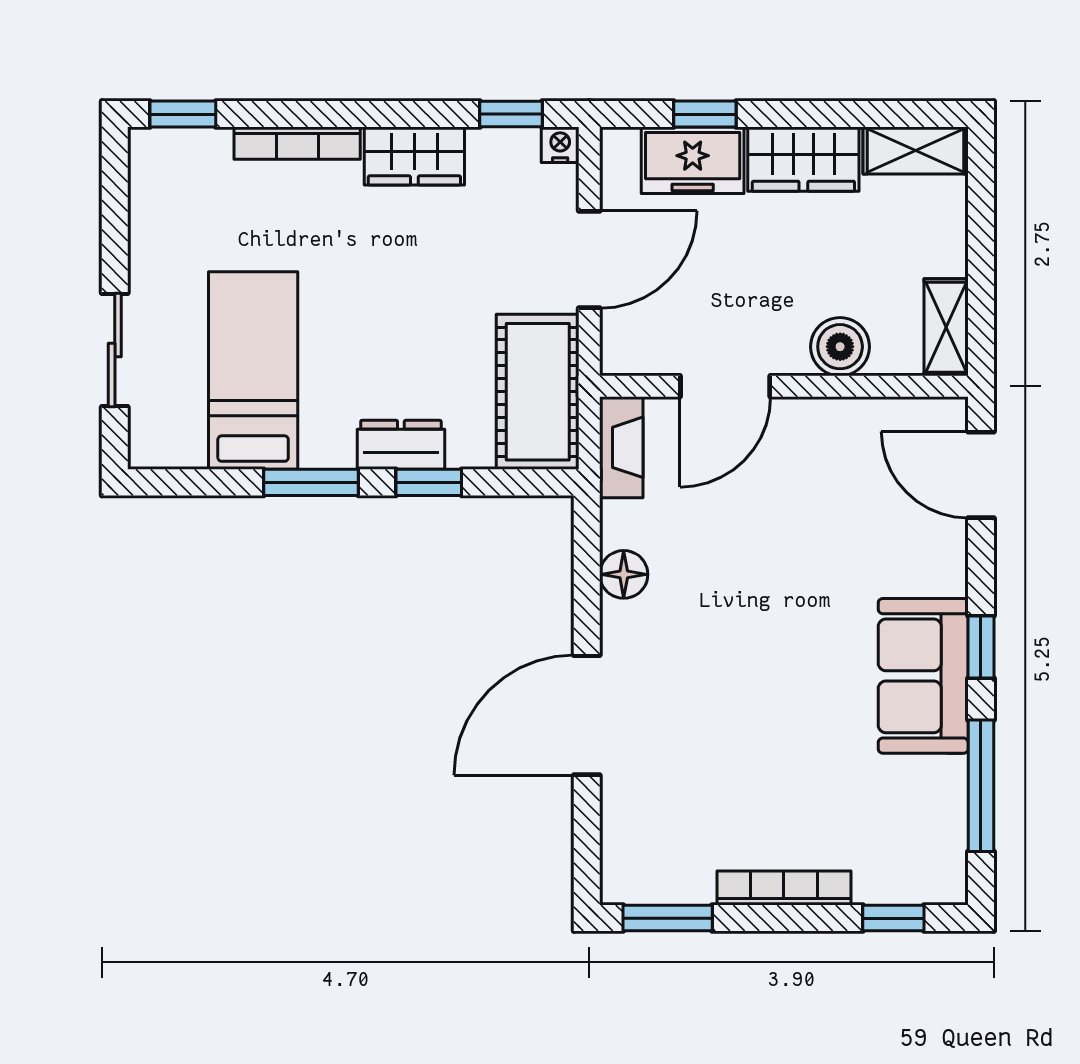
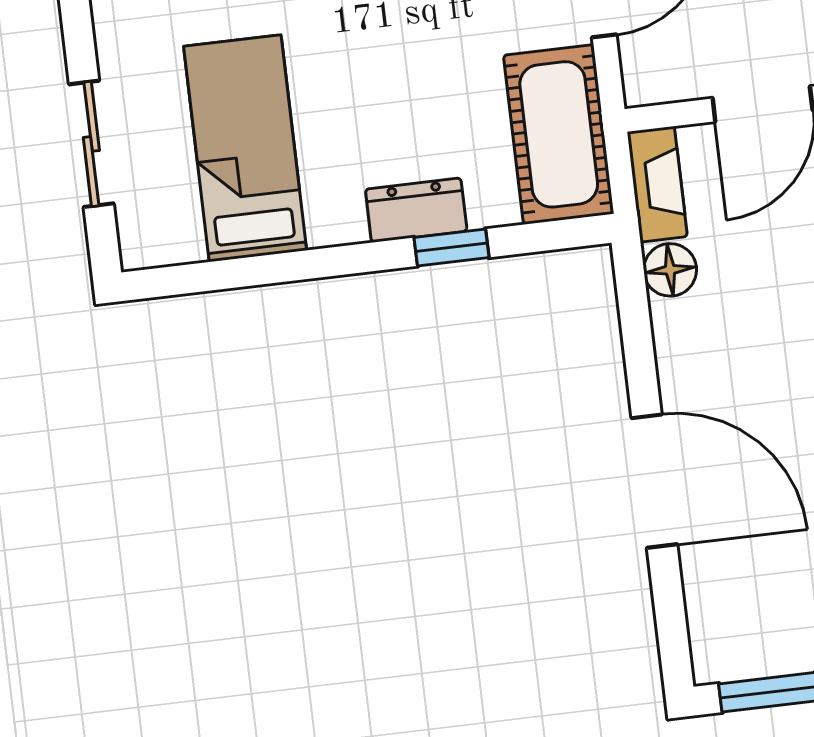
window: (311, 482) -> (323, 263), removed
floor lamp: (624, 574) -> (670, 270), moved
door: (587, 715) -> (654, 481), swing flipped

